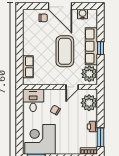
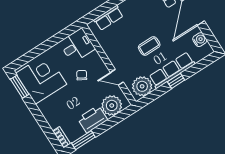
coffee table: (65, 51) -> (149, 46), width x0.54, depth x0.58
printer: (92, 127) -> (92, 119), width x1.87, depth x1.48

